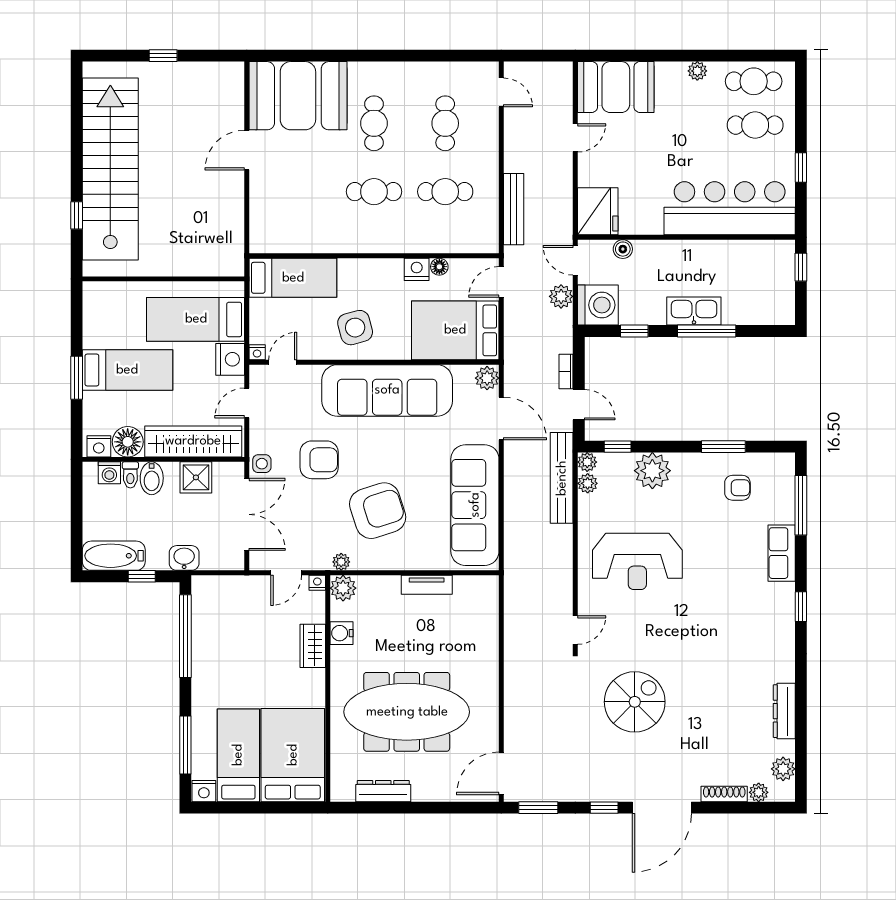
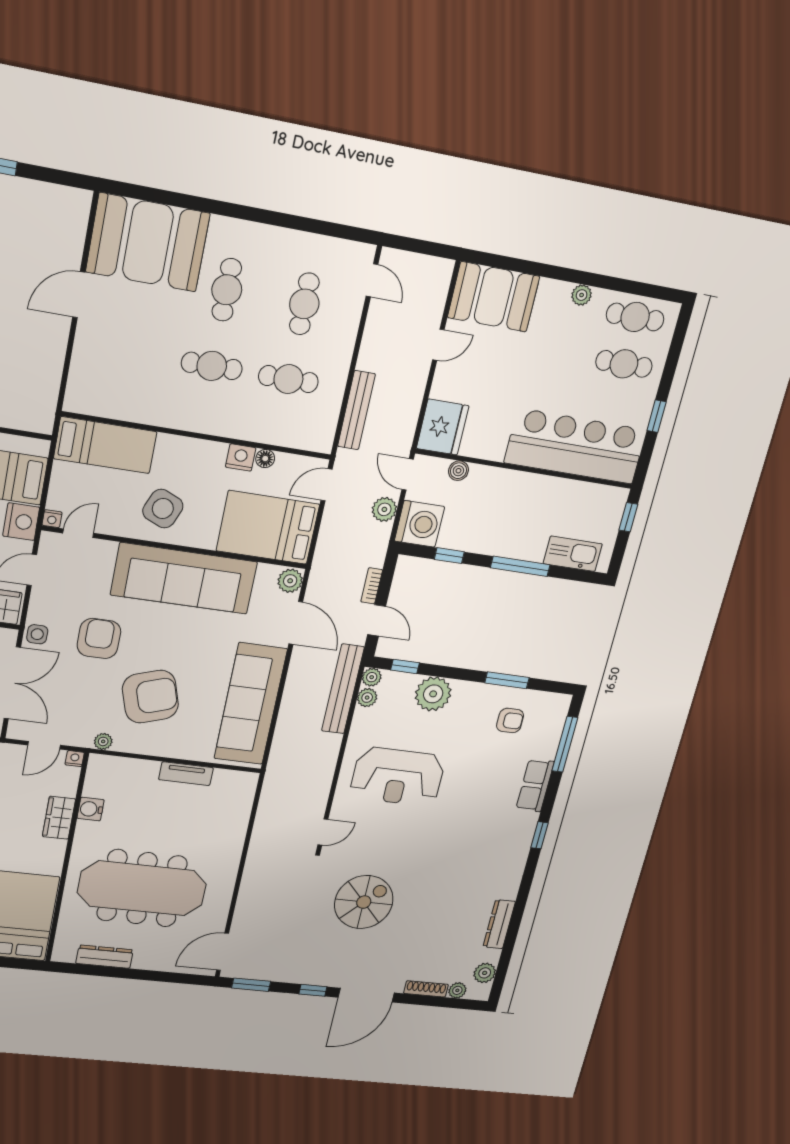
kitchen sink: (694, 311) -> (573, 554), moved
side table: (355, 328) -> (163, 509), turned 38
armchair: (319, 460) -> (99, 638), turned -90
plant: (343, 588) -> (100, 767), removed

